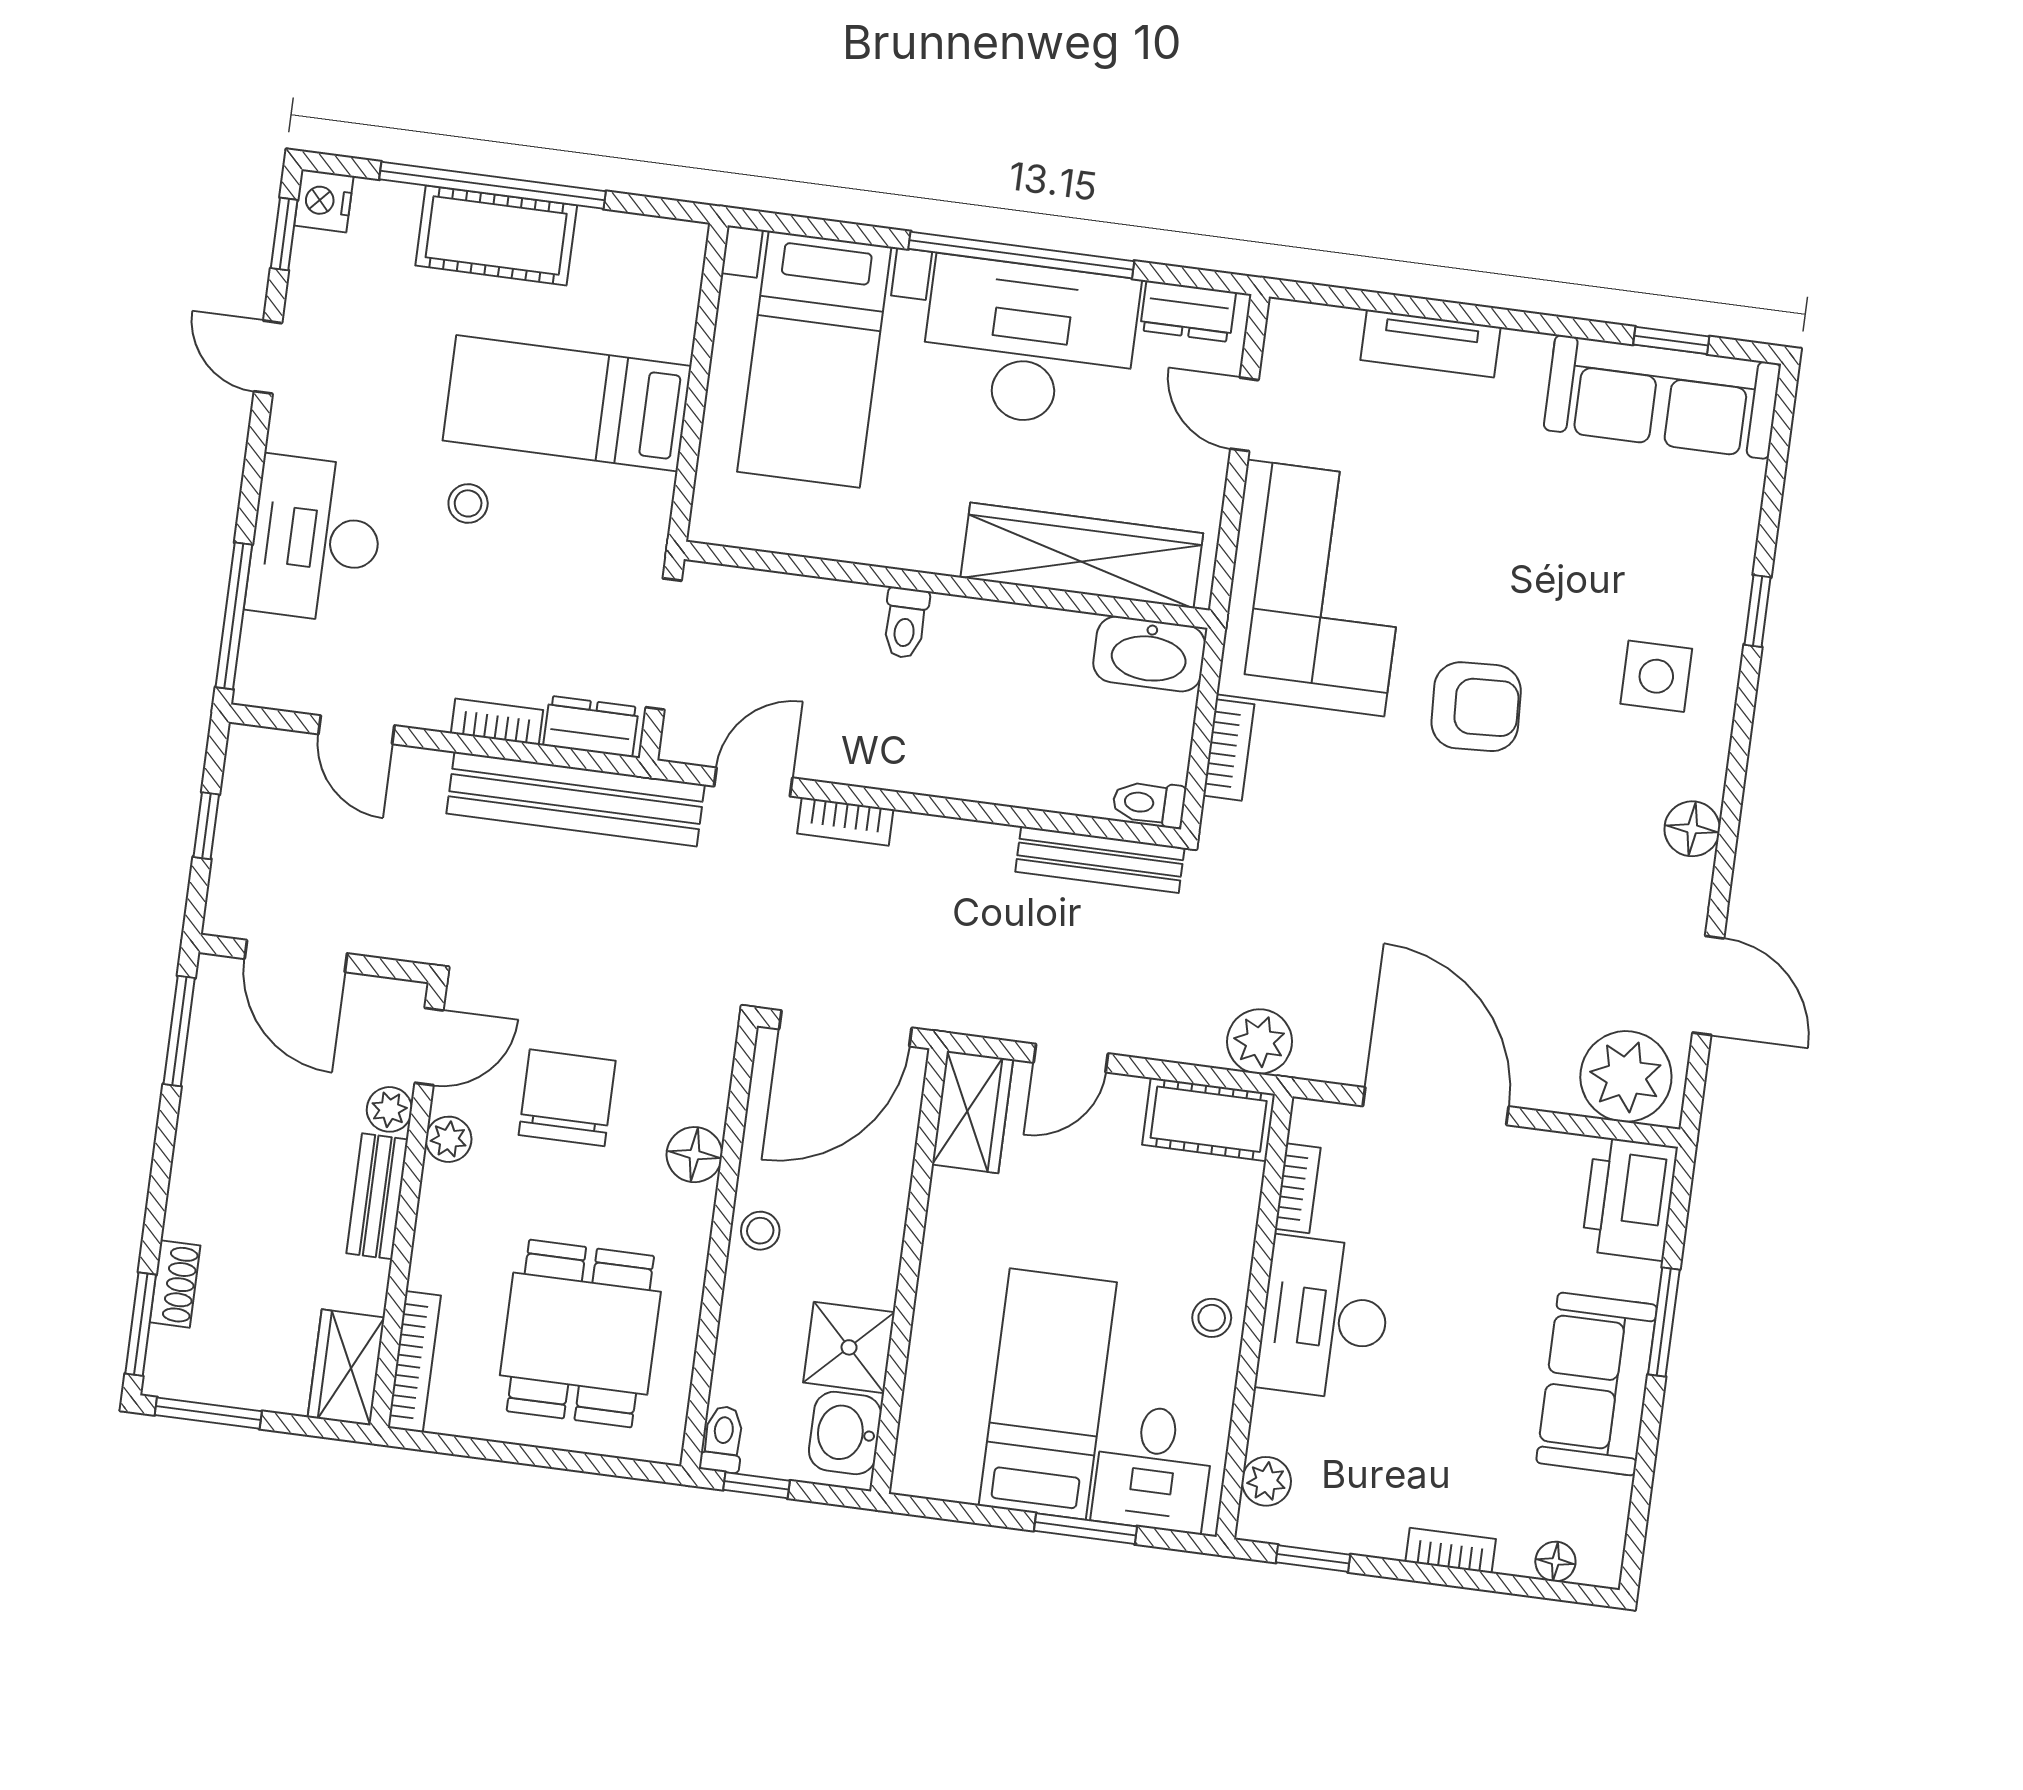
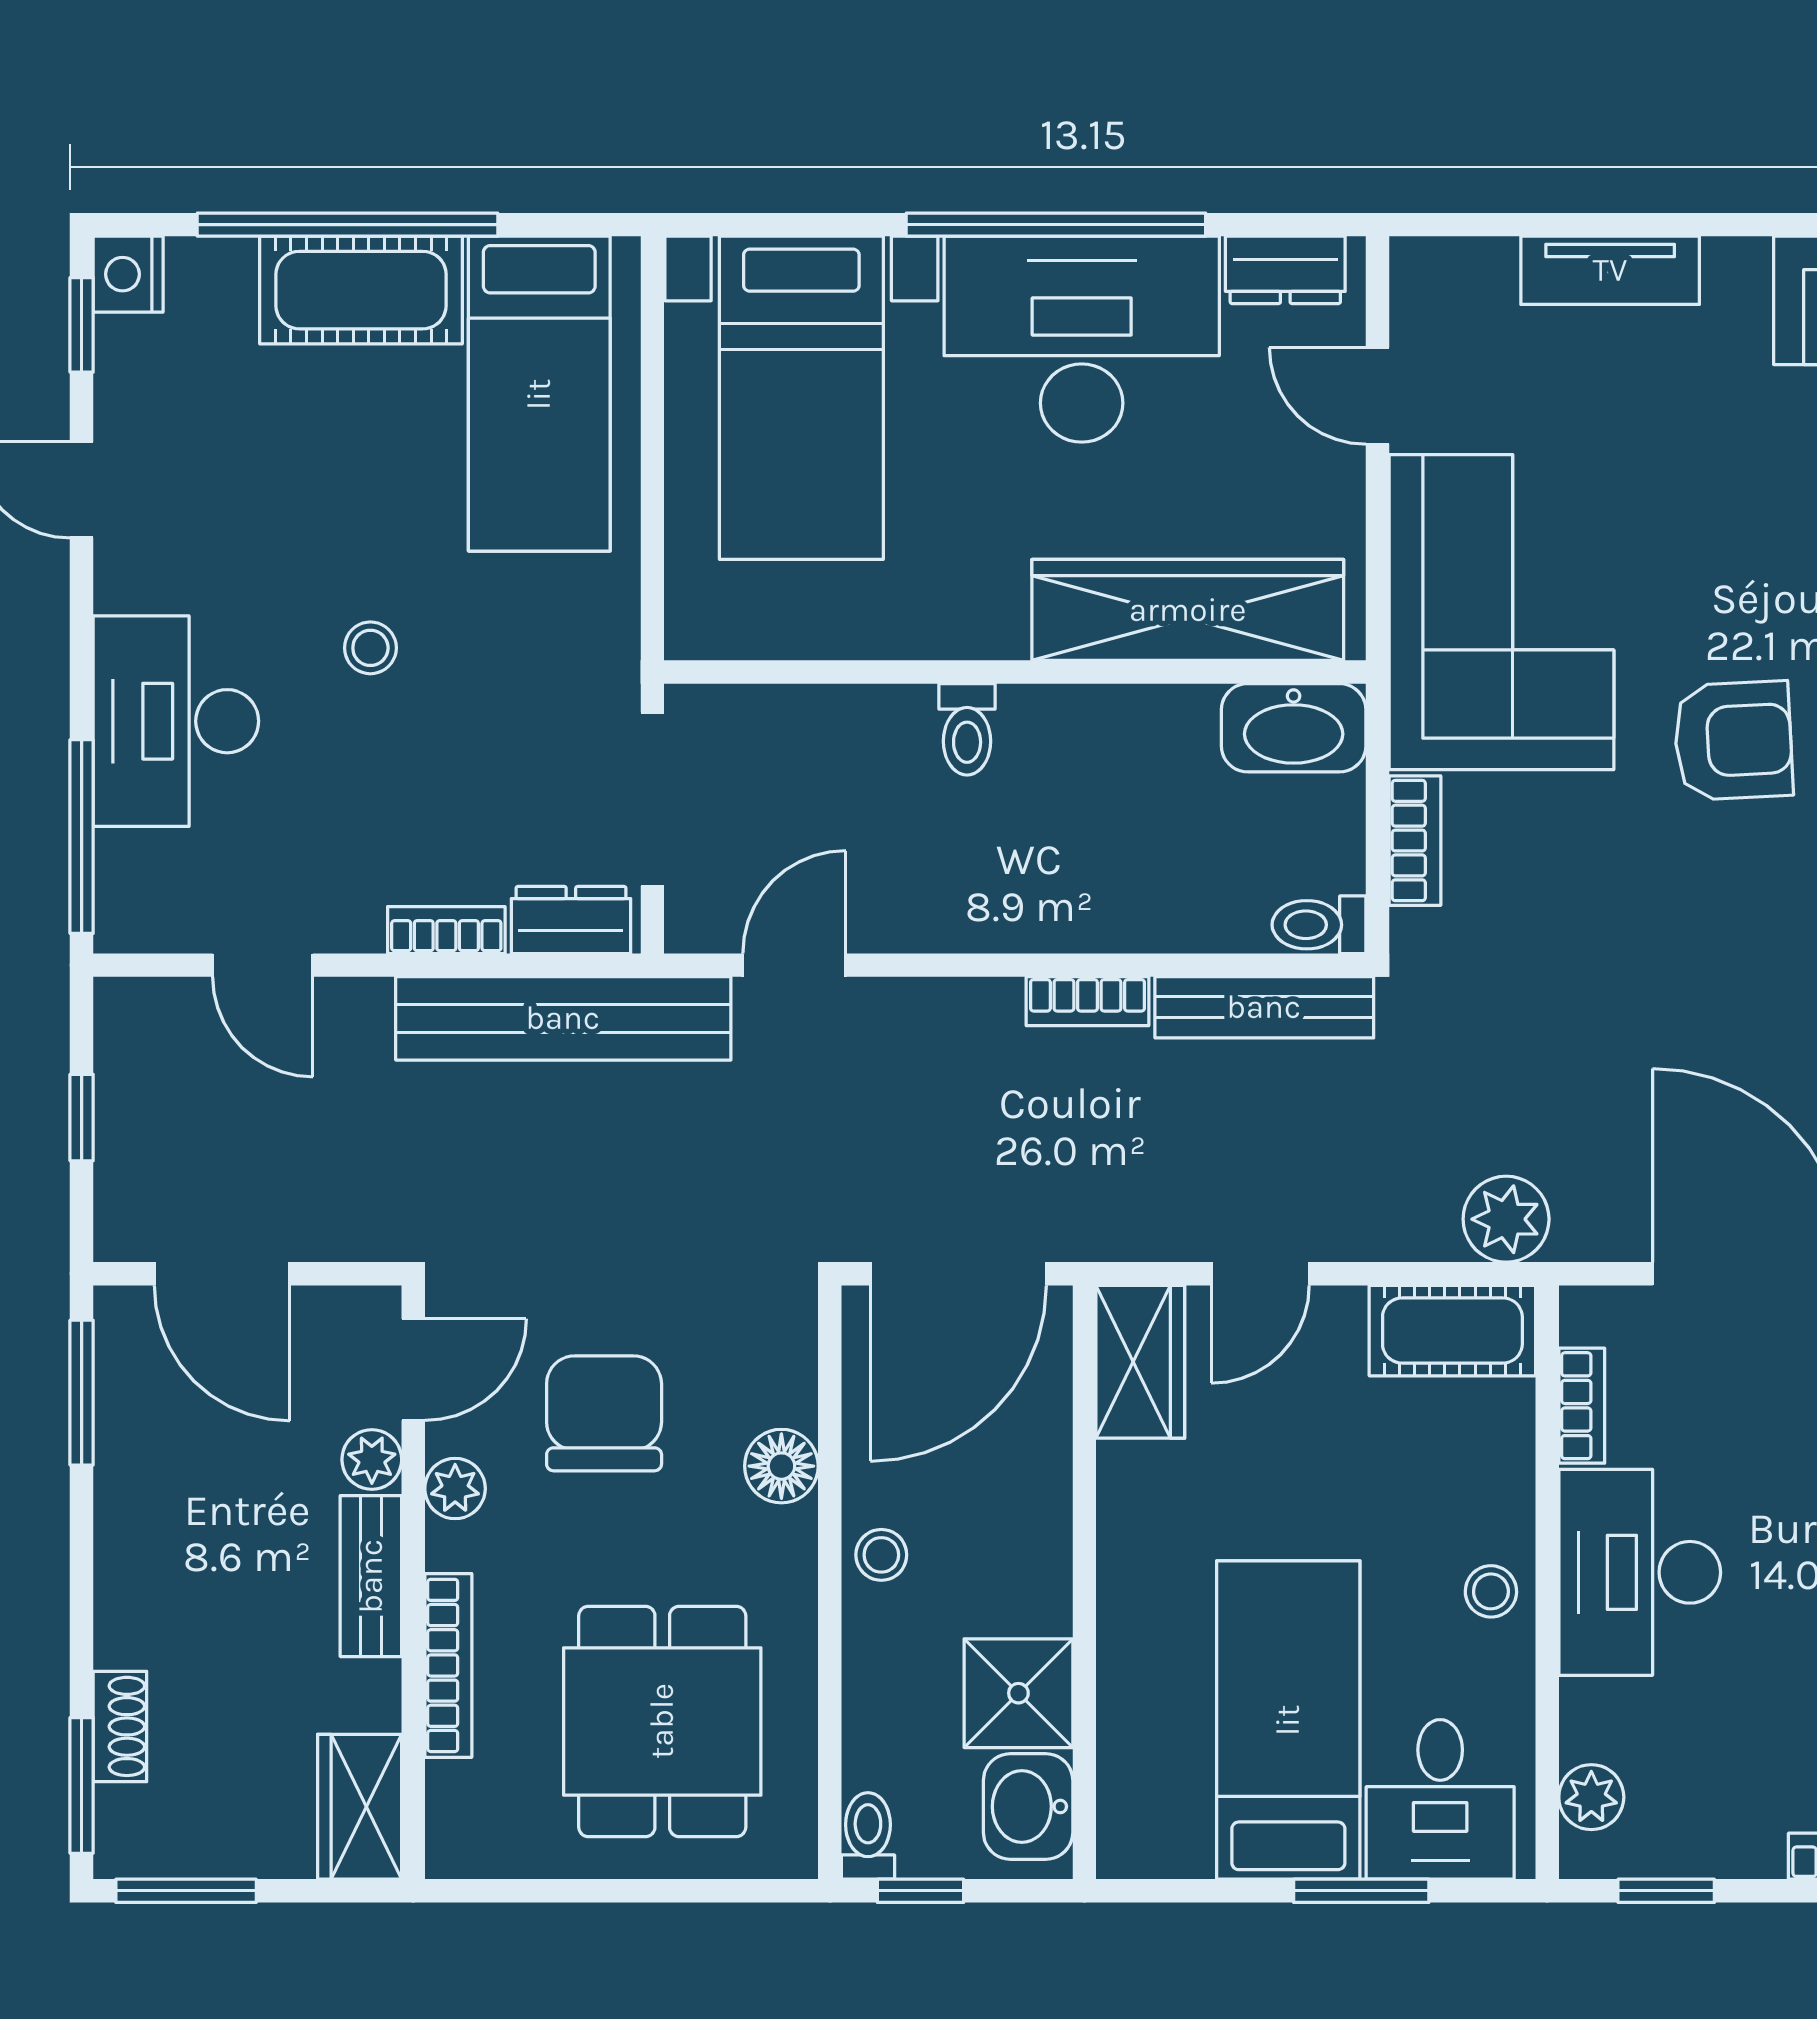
bed: (567, 403) -> (539, 394), moved, turned -90
bookcase: (845, 821) -> (1087, 1001), moved
bookcase: (414, 1362) -> (448, 1665), moved

